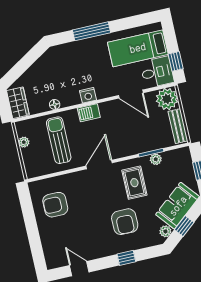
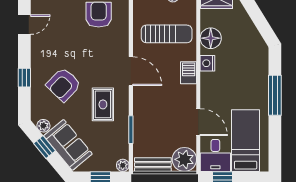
door: (131, 94) -> (198, 122), swing flipped
nightstand: (88, 95) -> (207, 63), moved
floor lamp: (55, 104) -> (211, 38), width x1.89, depth x1.89
plant: (156, 159) -> (123, 165), moved
rug: (134, 183) -> (103, 104), turned 90
armchair: (125, 222) -> (64, 85), turned -46

